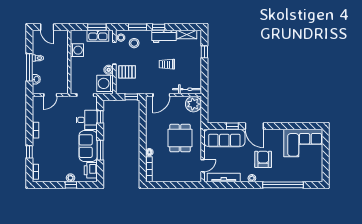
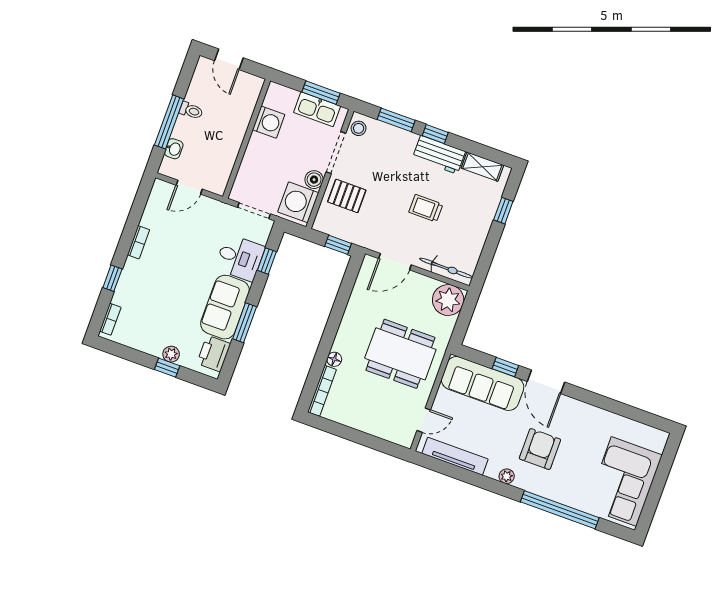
stool: (134, 43) -> (379, 147), removed
dining table: (180, 138) -> (400, 354), width x1.38
corner sofa: (303, 143) -> (624, 482), moved, turned 90

